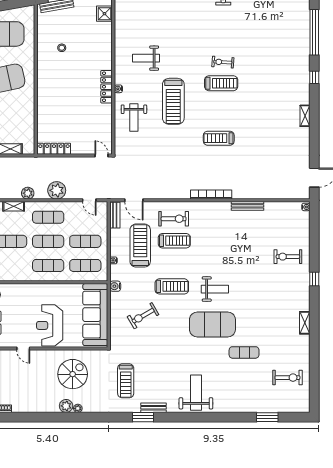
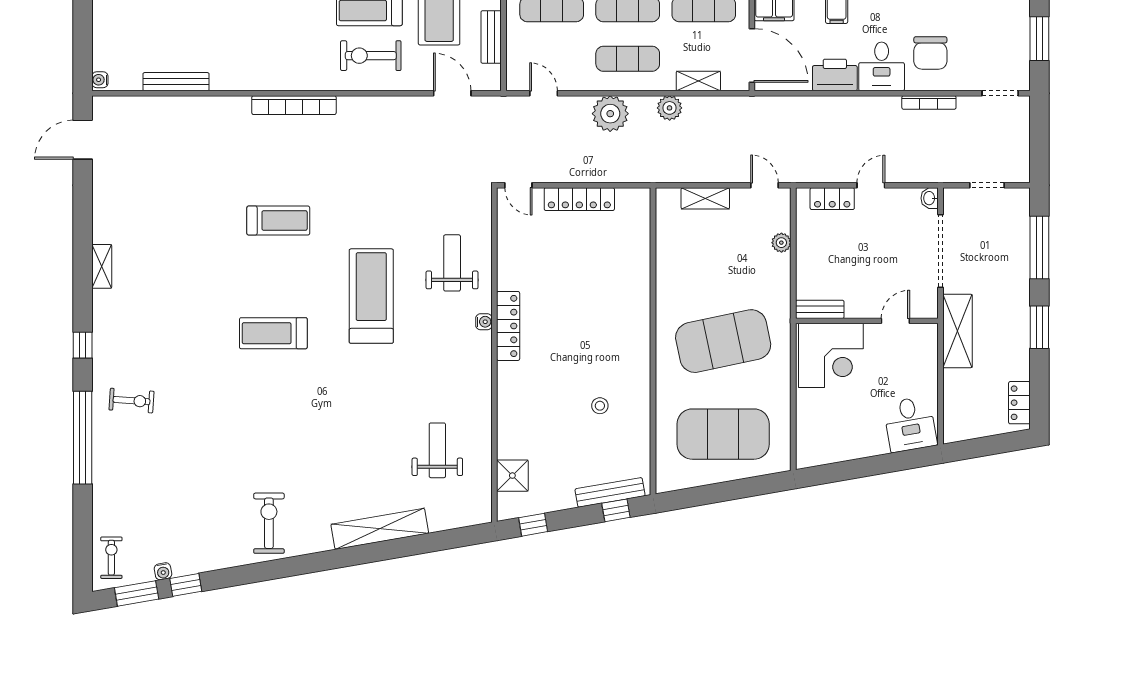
weight bench: (146, 58) -> (437, 450), moved, turned -90
exercise bike: (223, 62) -> (132, 401), moved
locker: (54, 149) -> (579, 199), moved
bench: (248, 206) -> (176, 82), moved
bench: (115, 215) -> (491, 37), moved

